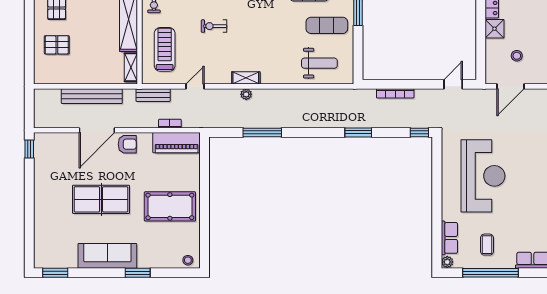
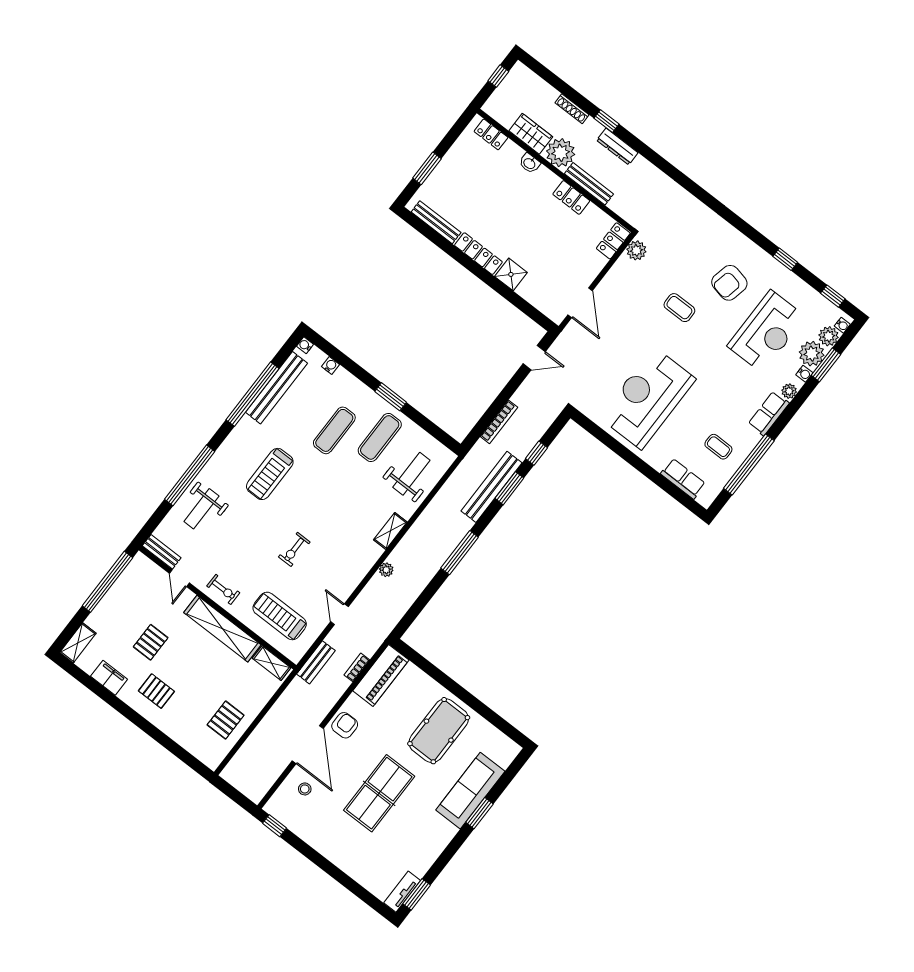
pallet: (57, 45) -> (226, 720), moved
stool: (517, 56) -> (555, 273), removed
shelving: (246, 78) -> (390, 531), moved
door: (453, 84) -> (534, 358), swing flipped
bench: (92, 96) -> (492, 487), moved
window: (262, 132) -> (460, 553), moved
window: (419, 132) -> (536, 453), moved
reception desk: (483, 176) -> (647, 398), turned -90
sofa: (107, 256) -> (470, 791), moved
stool: (188, 260) -> (305, 789), moved
tv unit: (50, 262) -> (402, 892), added
plant: (447, 262) -> (705, 499), removed

